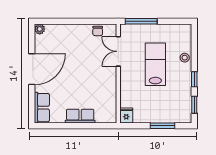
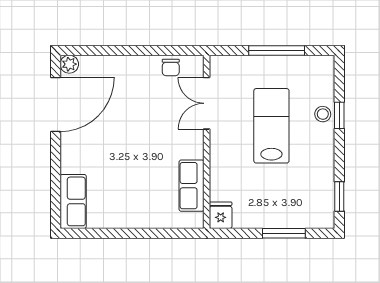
window: (141, 21) -> (277, 50), moved
door: (32, 69) -> (56, 104), moved
window: (194, 79) -> (339, 115), moved
row of seats: (80, 116) -> (192, 186), moved, turned -90

